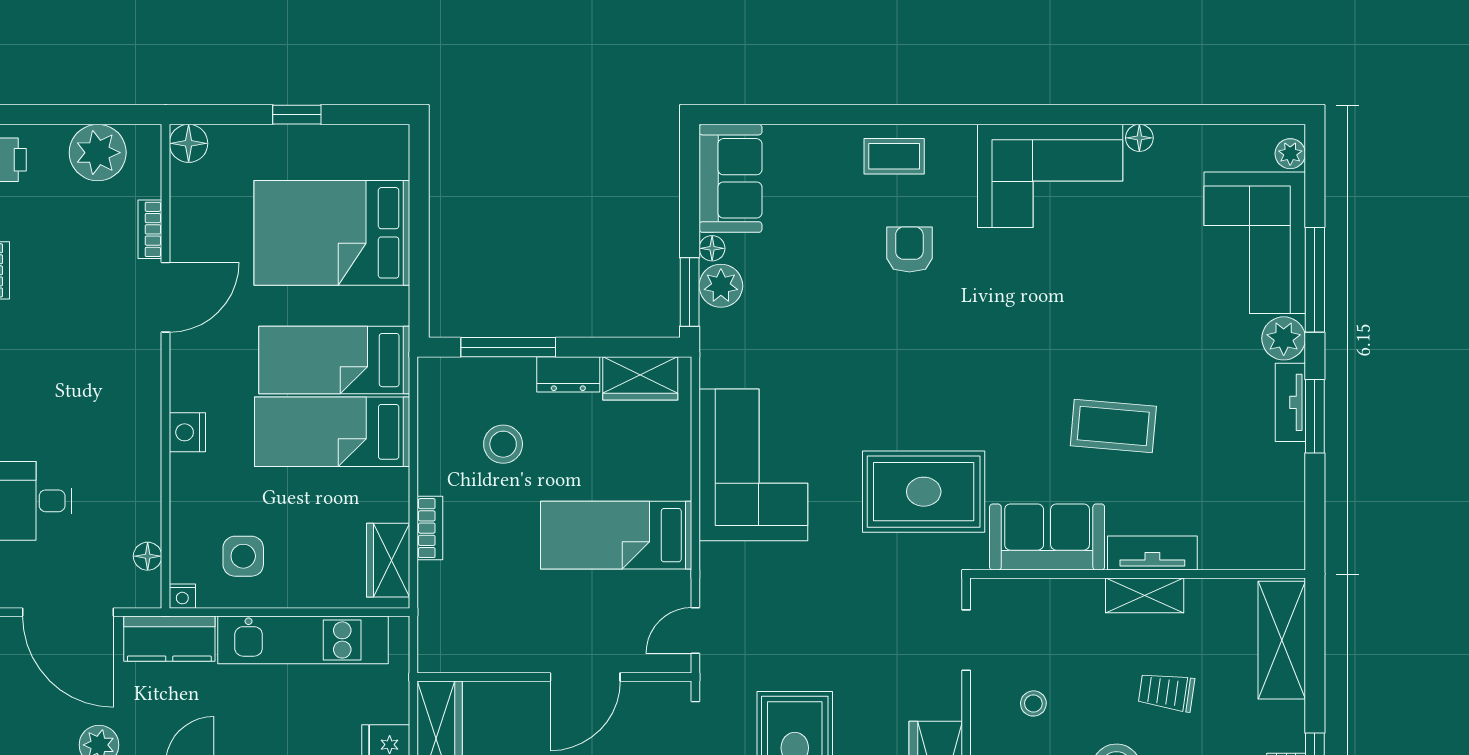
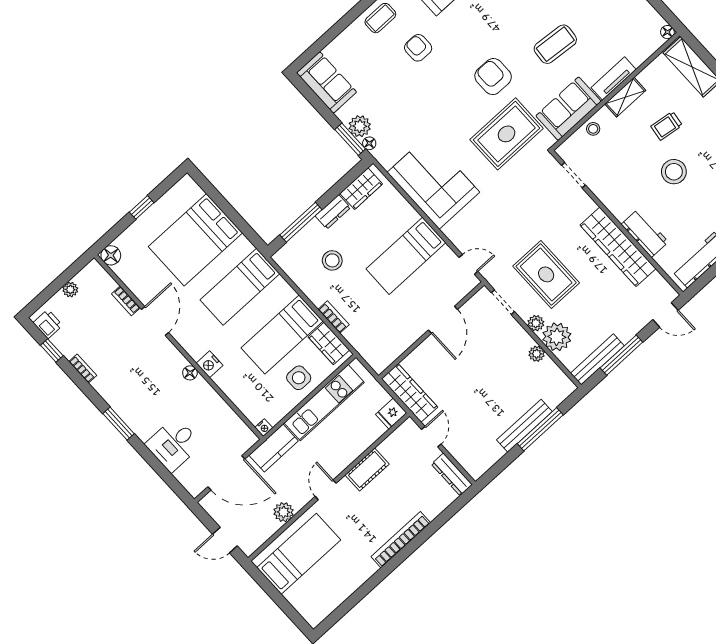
plant: (98, 153) -> (70, 290), width x0.53, depth x0.53
floor lamp: (712, 248) -> (369, 143), moved
armchair: (980, 390) -> (493, 77), added
bed: (332, 432) -> (282, 335), moved
floor lamp: (148, 556) -> (190, 373), moved
side table: (243, 556) -> (299, 378), moved
floor lamp: (1292, 557) -> (667, 32), added
door: (695, 631) -> (468, 264), swing flipped
stool: (1033, 703) -> (593, 129), moved

